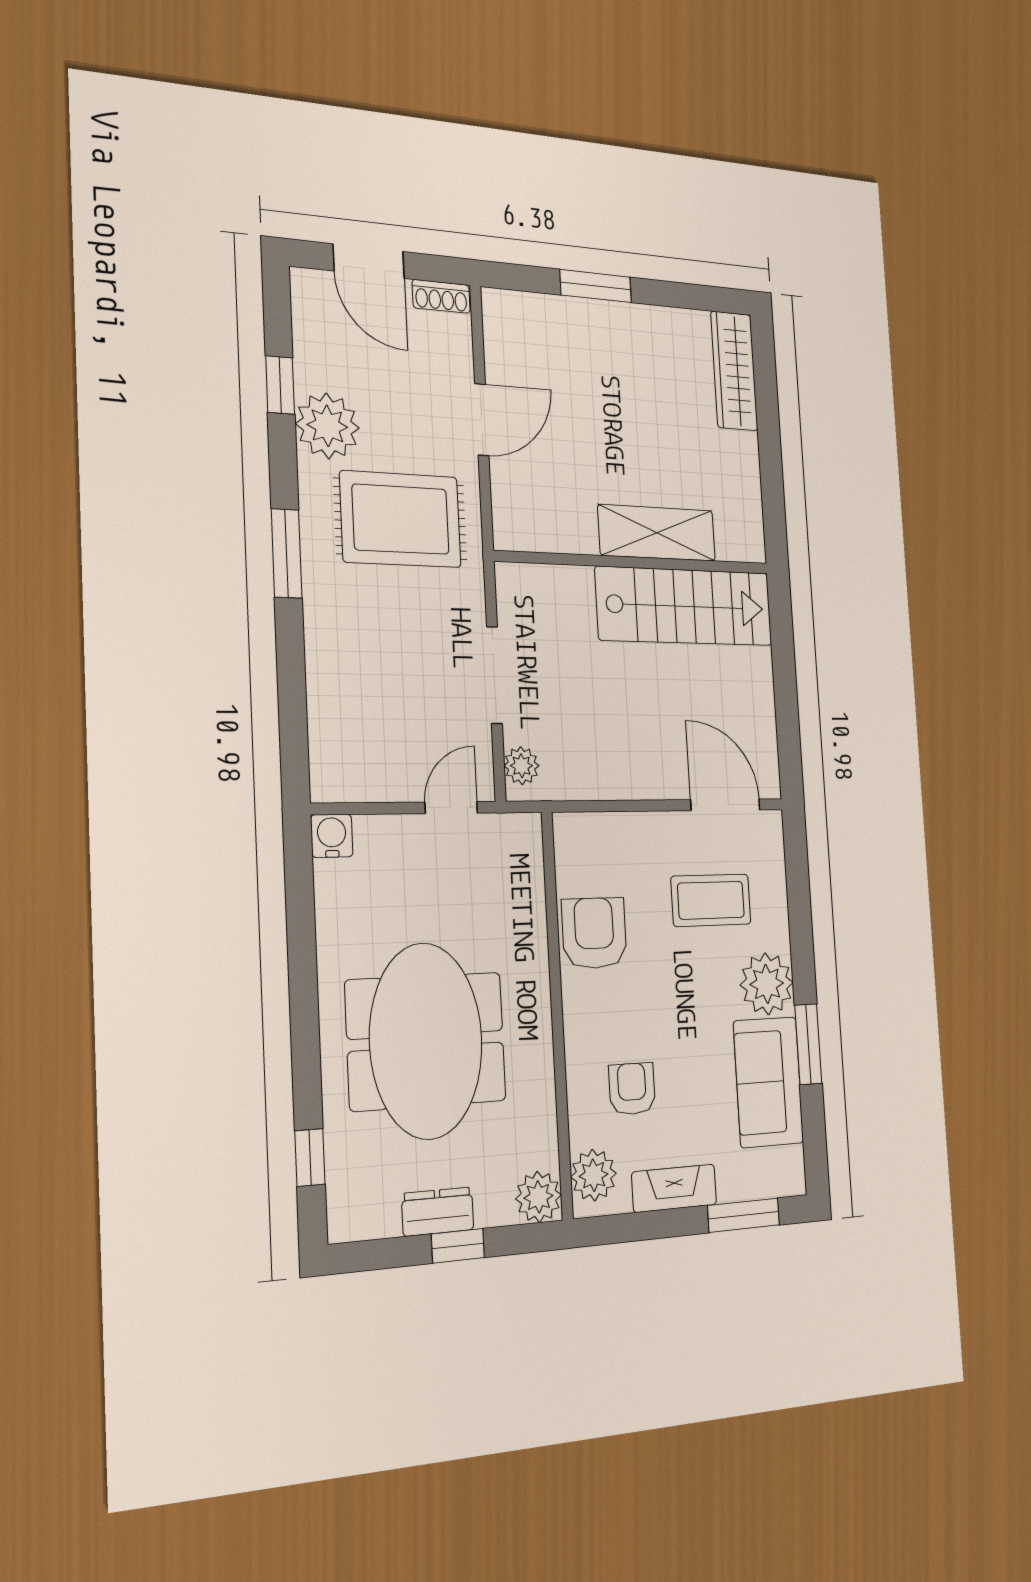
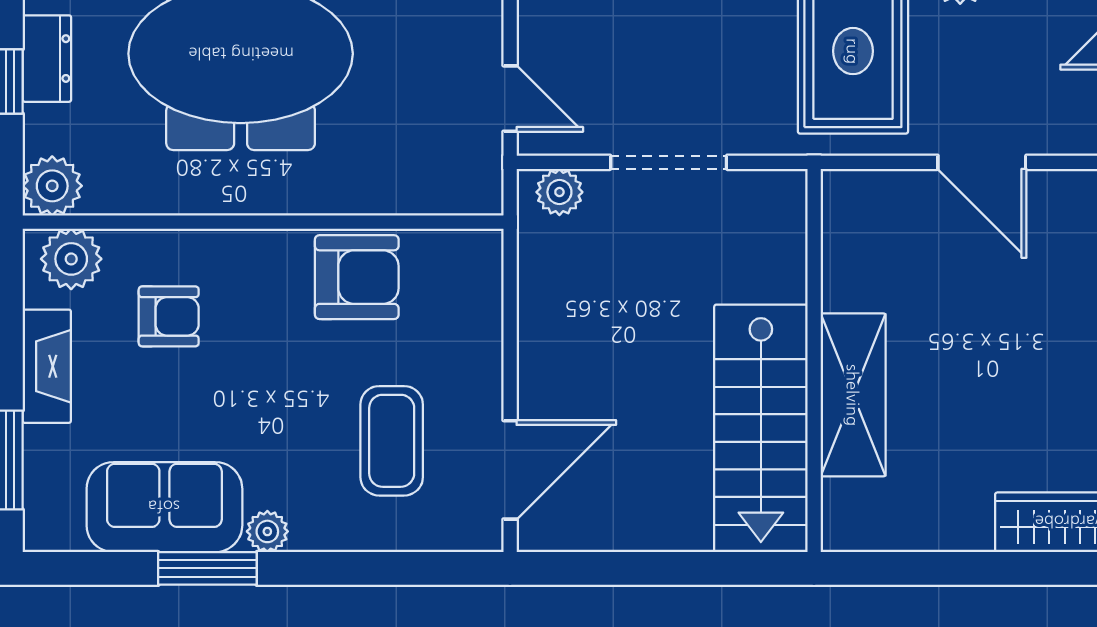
plant: (767, 984) -> (267, 531), width x0.53, depth x0.53

